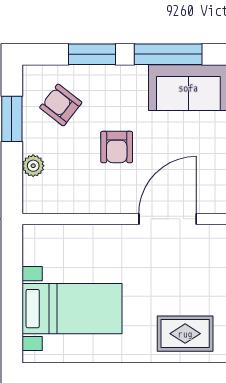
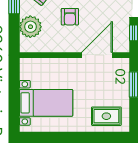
plant: (33, 166) -> (30, 27), width x1.88, depth x1.88

